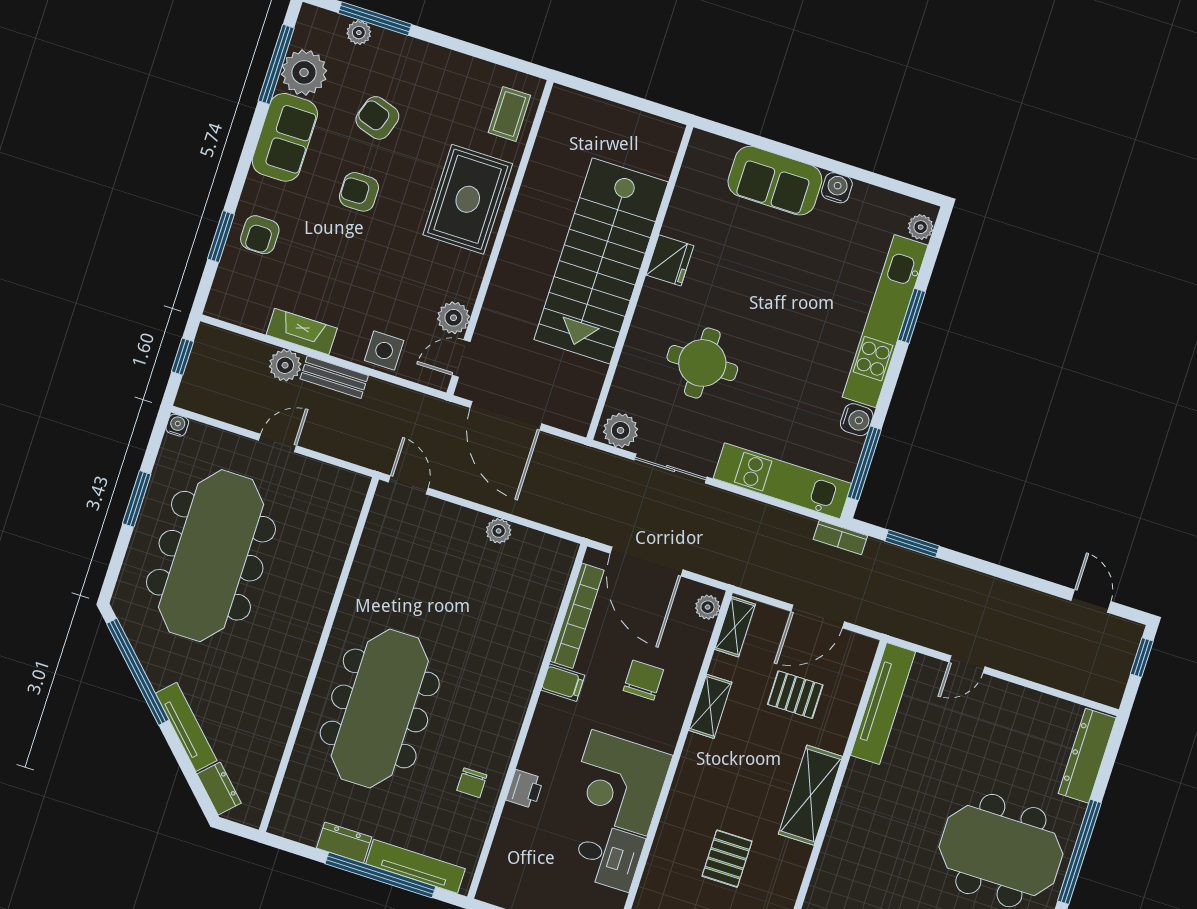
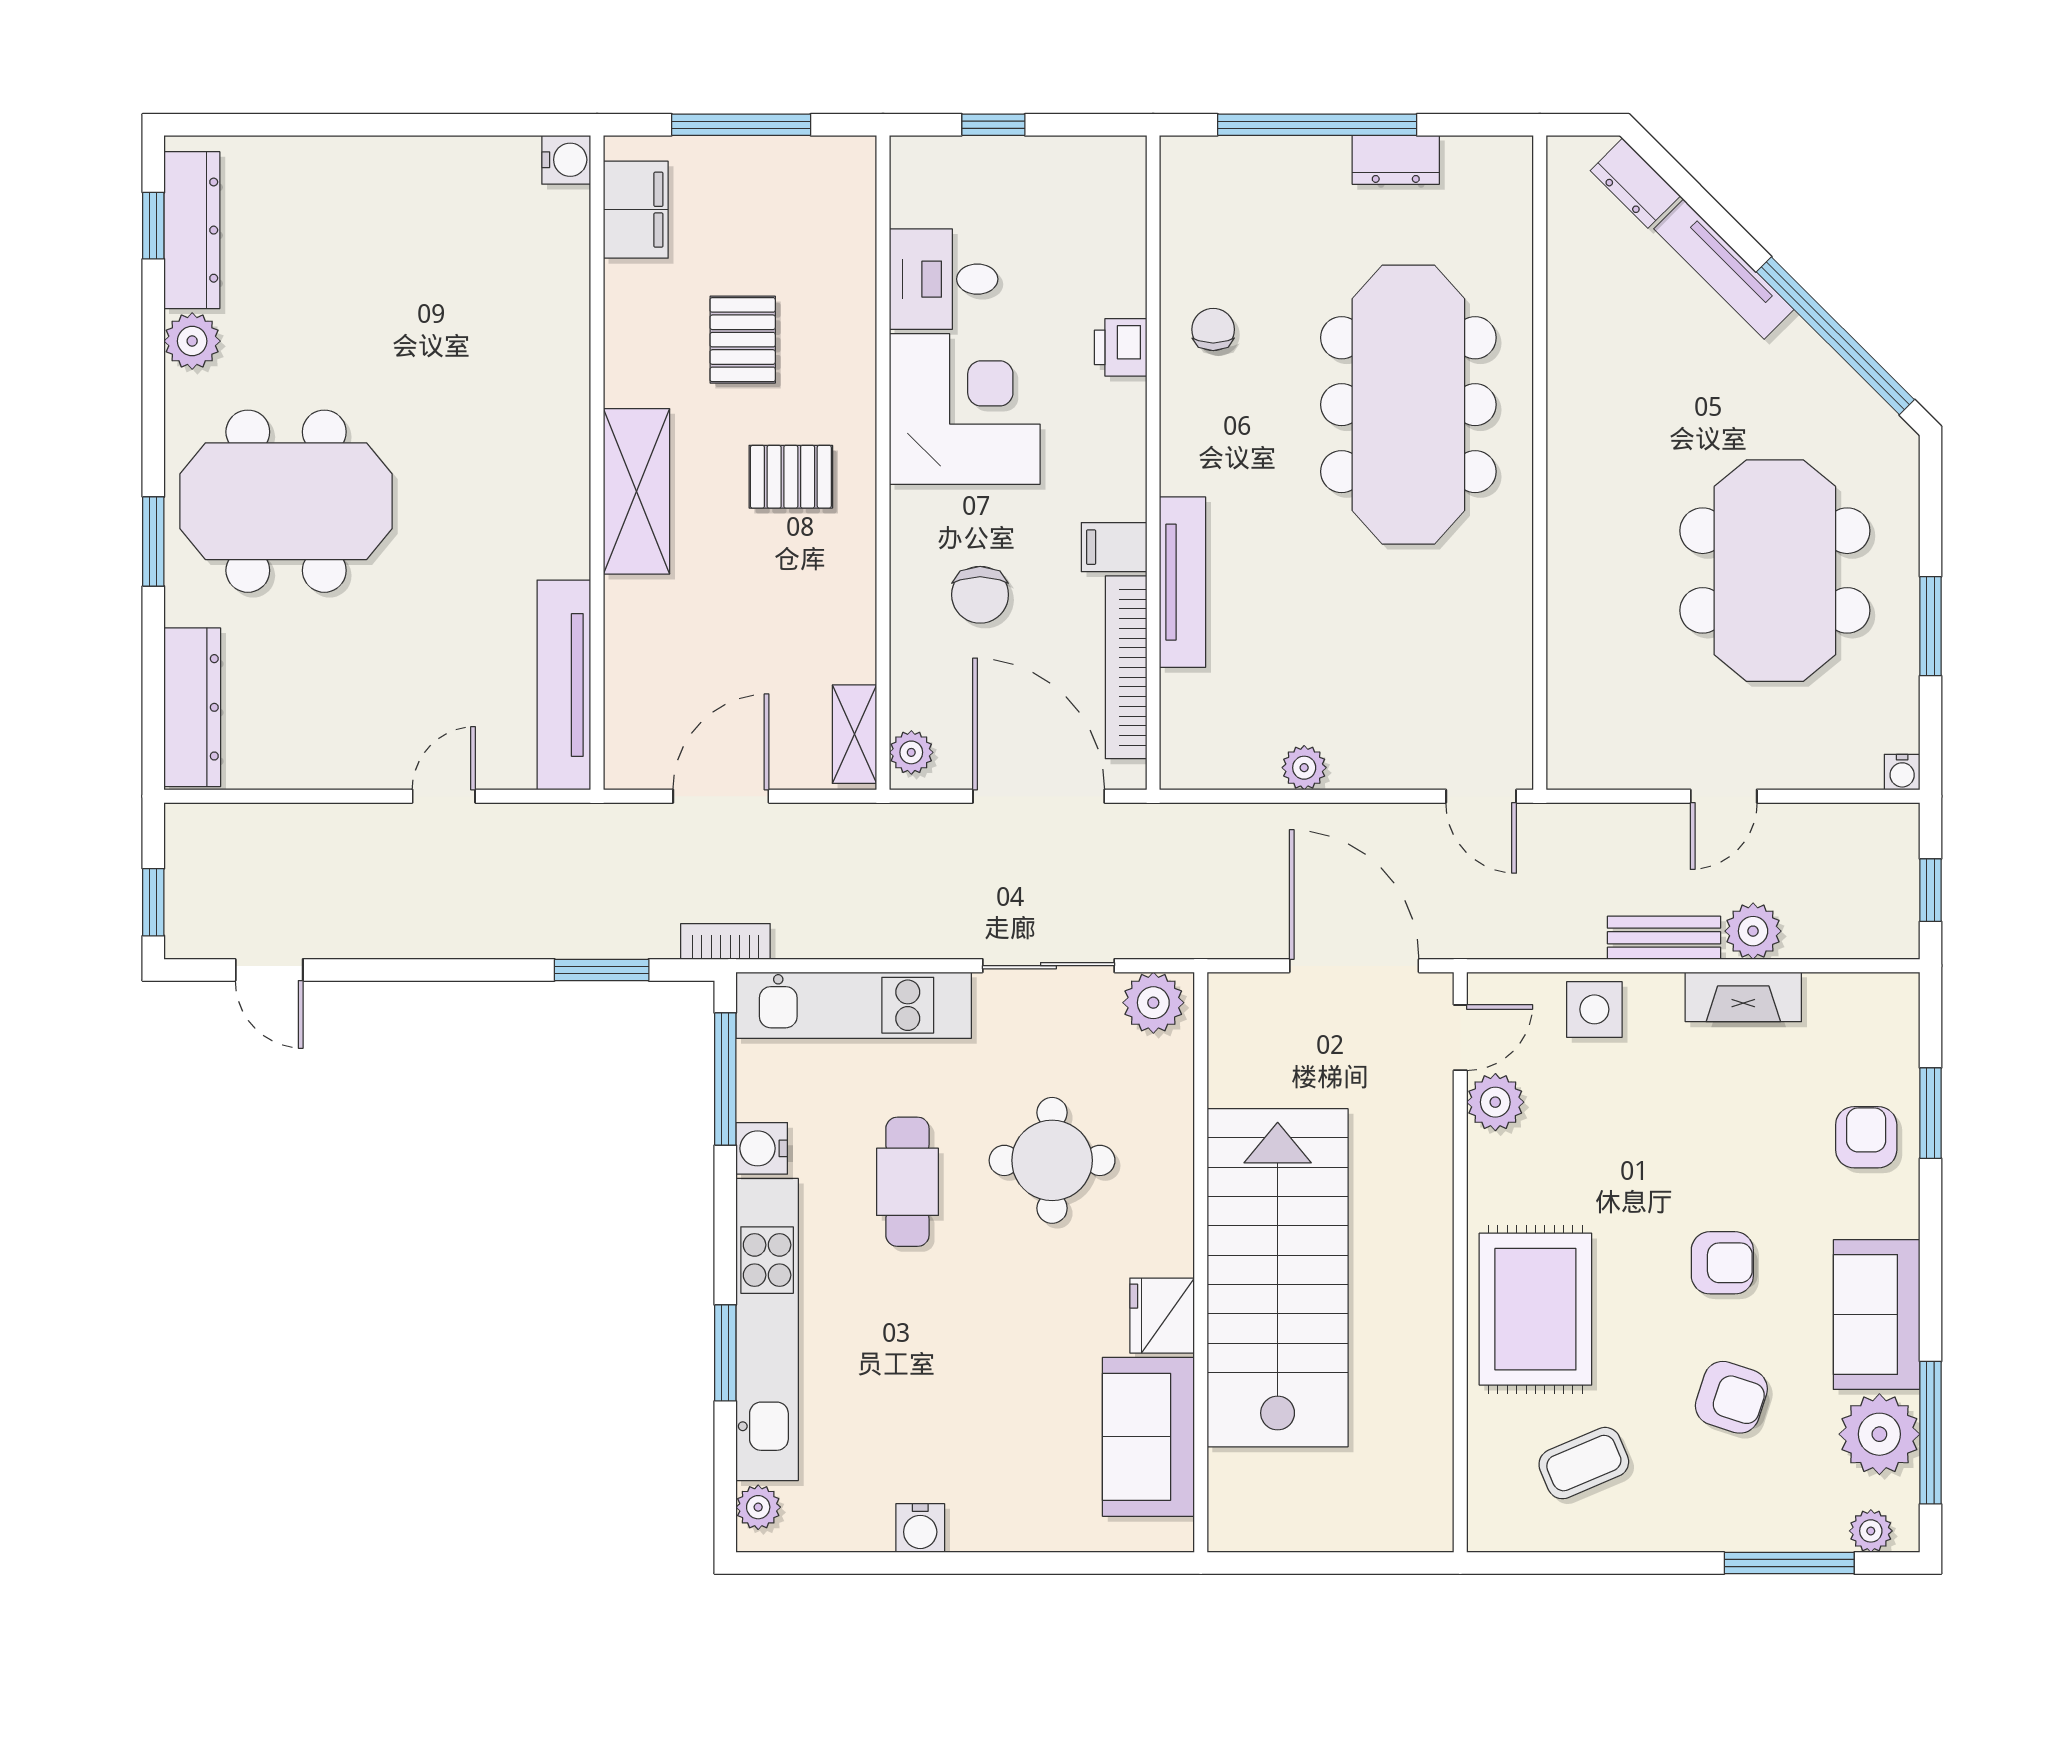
plant: (359, 33) -> (1871, 1531), moved
coffee table: (509, 114) -> (1584, 1463), moved, turned 67
sofa: (775, 181) -> (1148, 1437), moved, turned -90
cafe table: (784, 376) -> (907, 1182), added
meeting table: (211, 556) -> (1775, 571), width x0.73
pallet: (795, 695) -> (791, 477), moved
shelving: (710, 706) -> (853, 587), removed
window: (1079, 852) -> (153, 541), width x0.47
tv unit: (416, 866) -> (1183, 582), moved, turned -90

